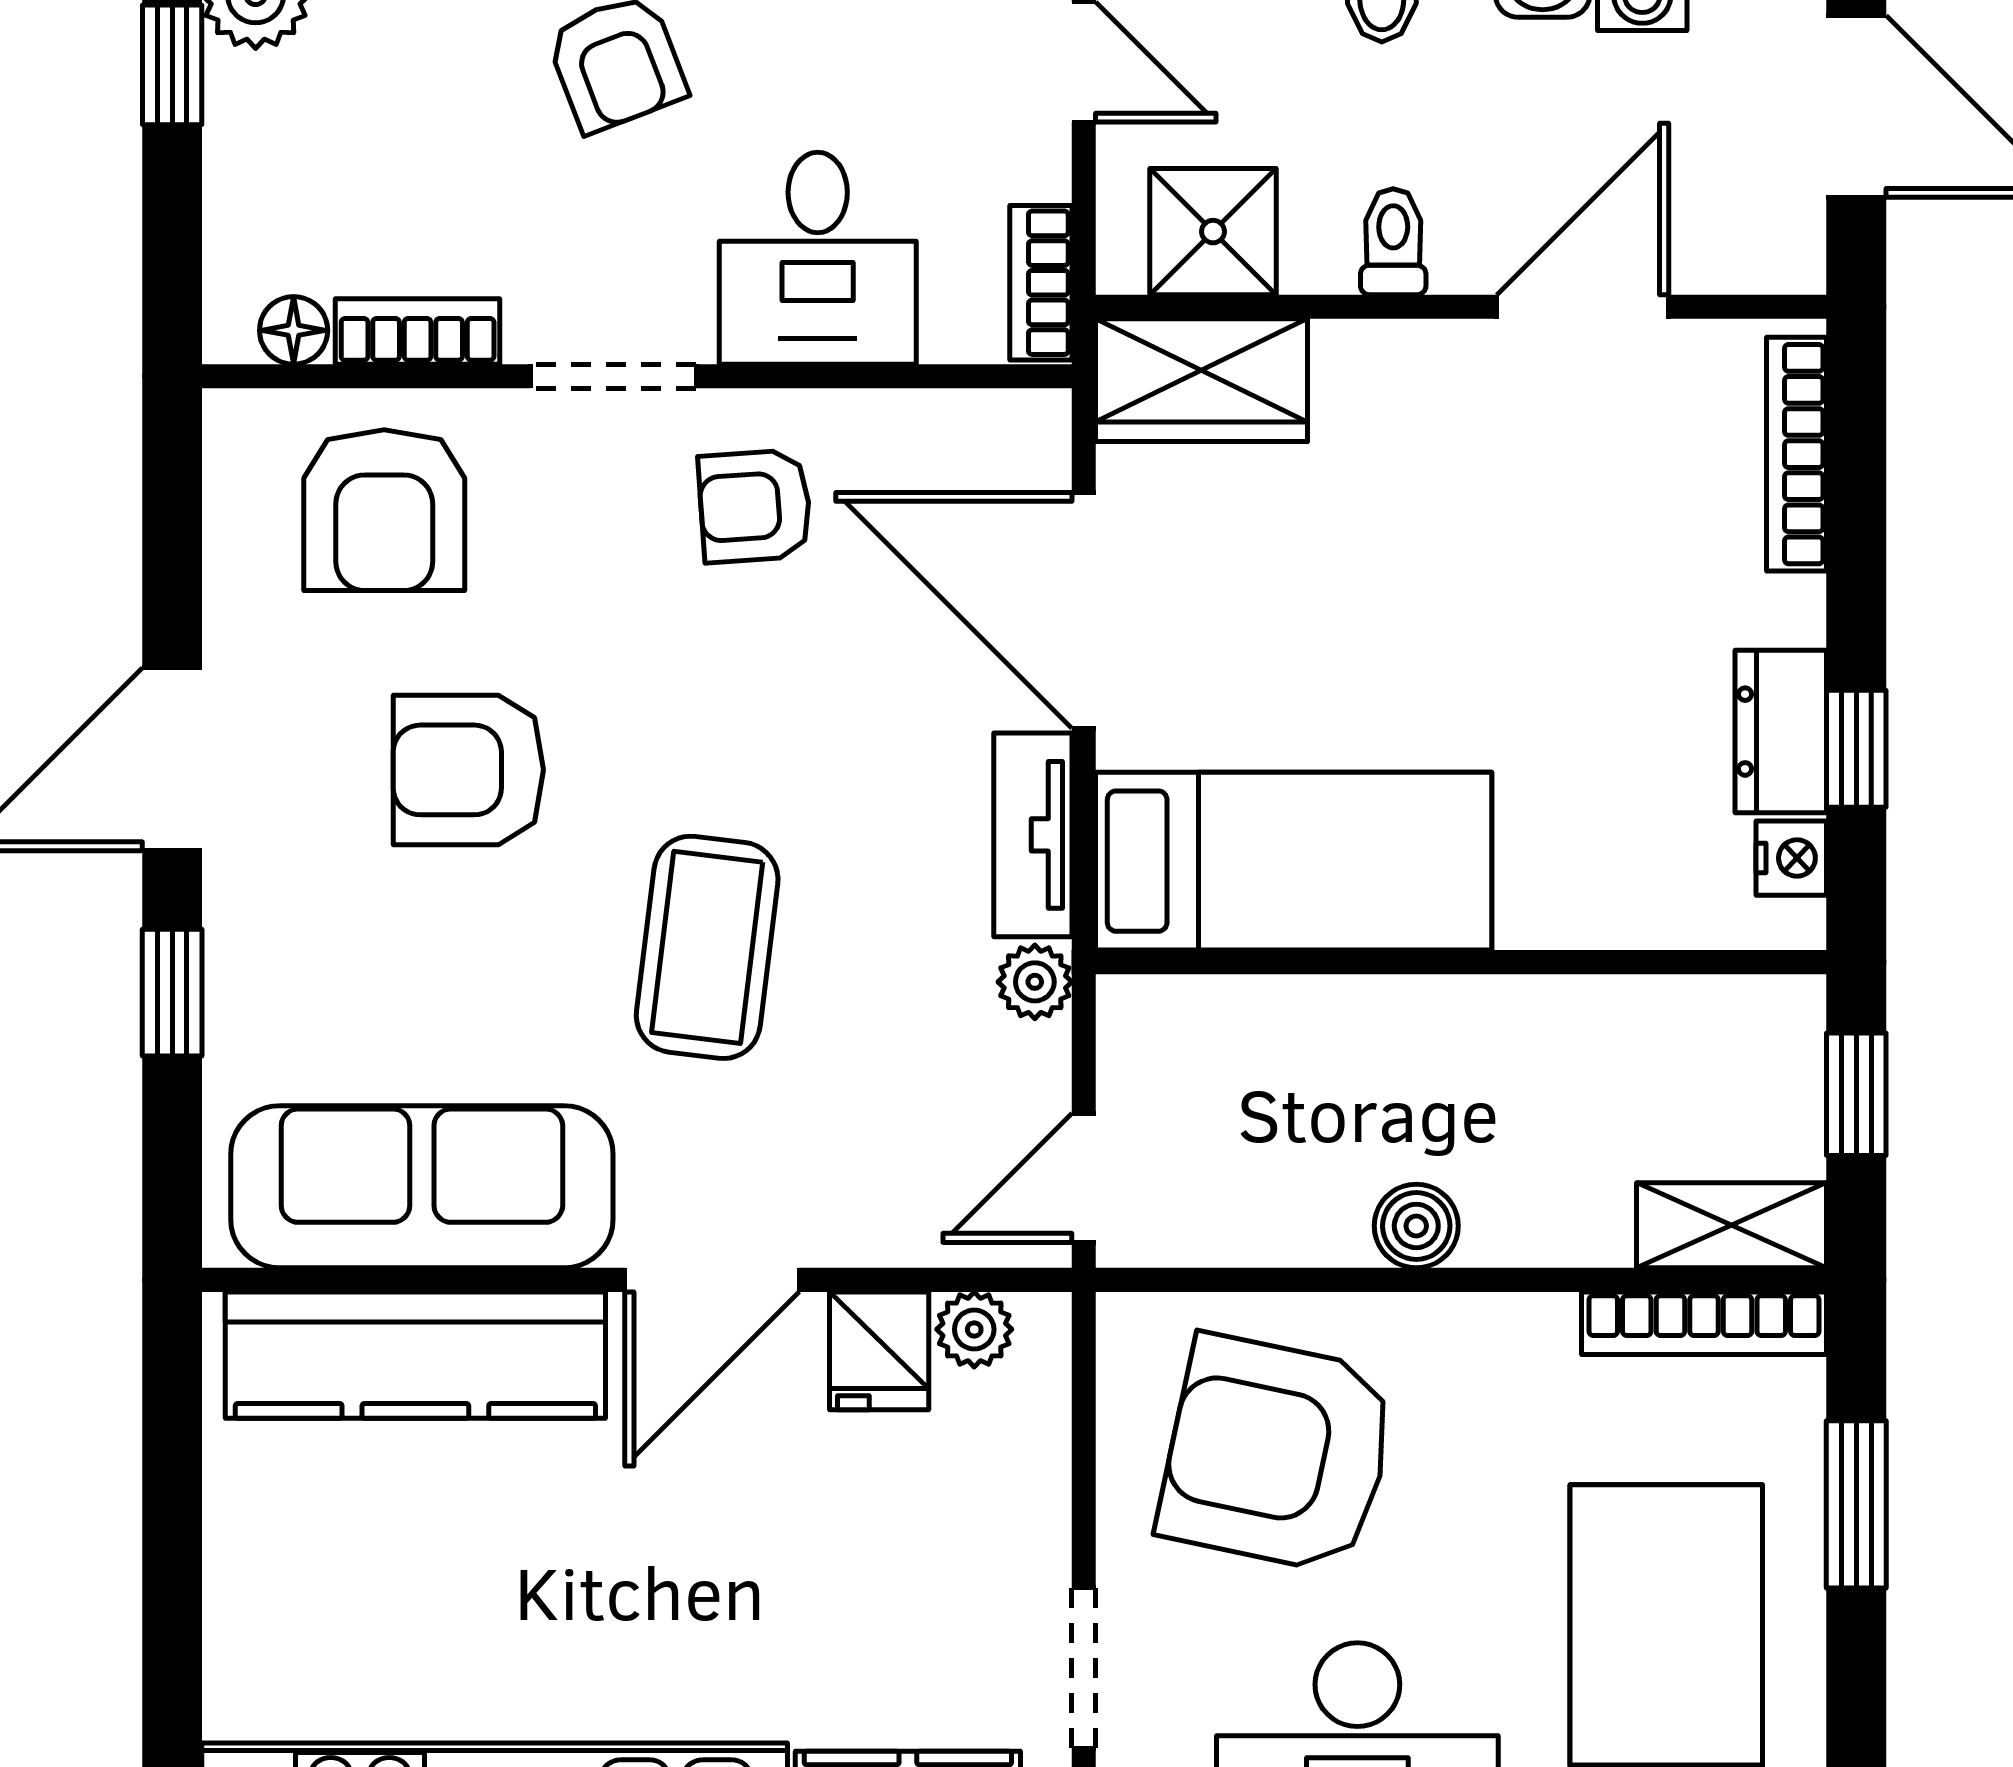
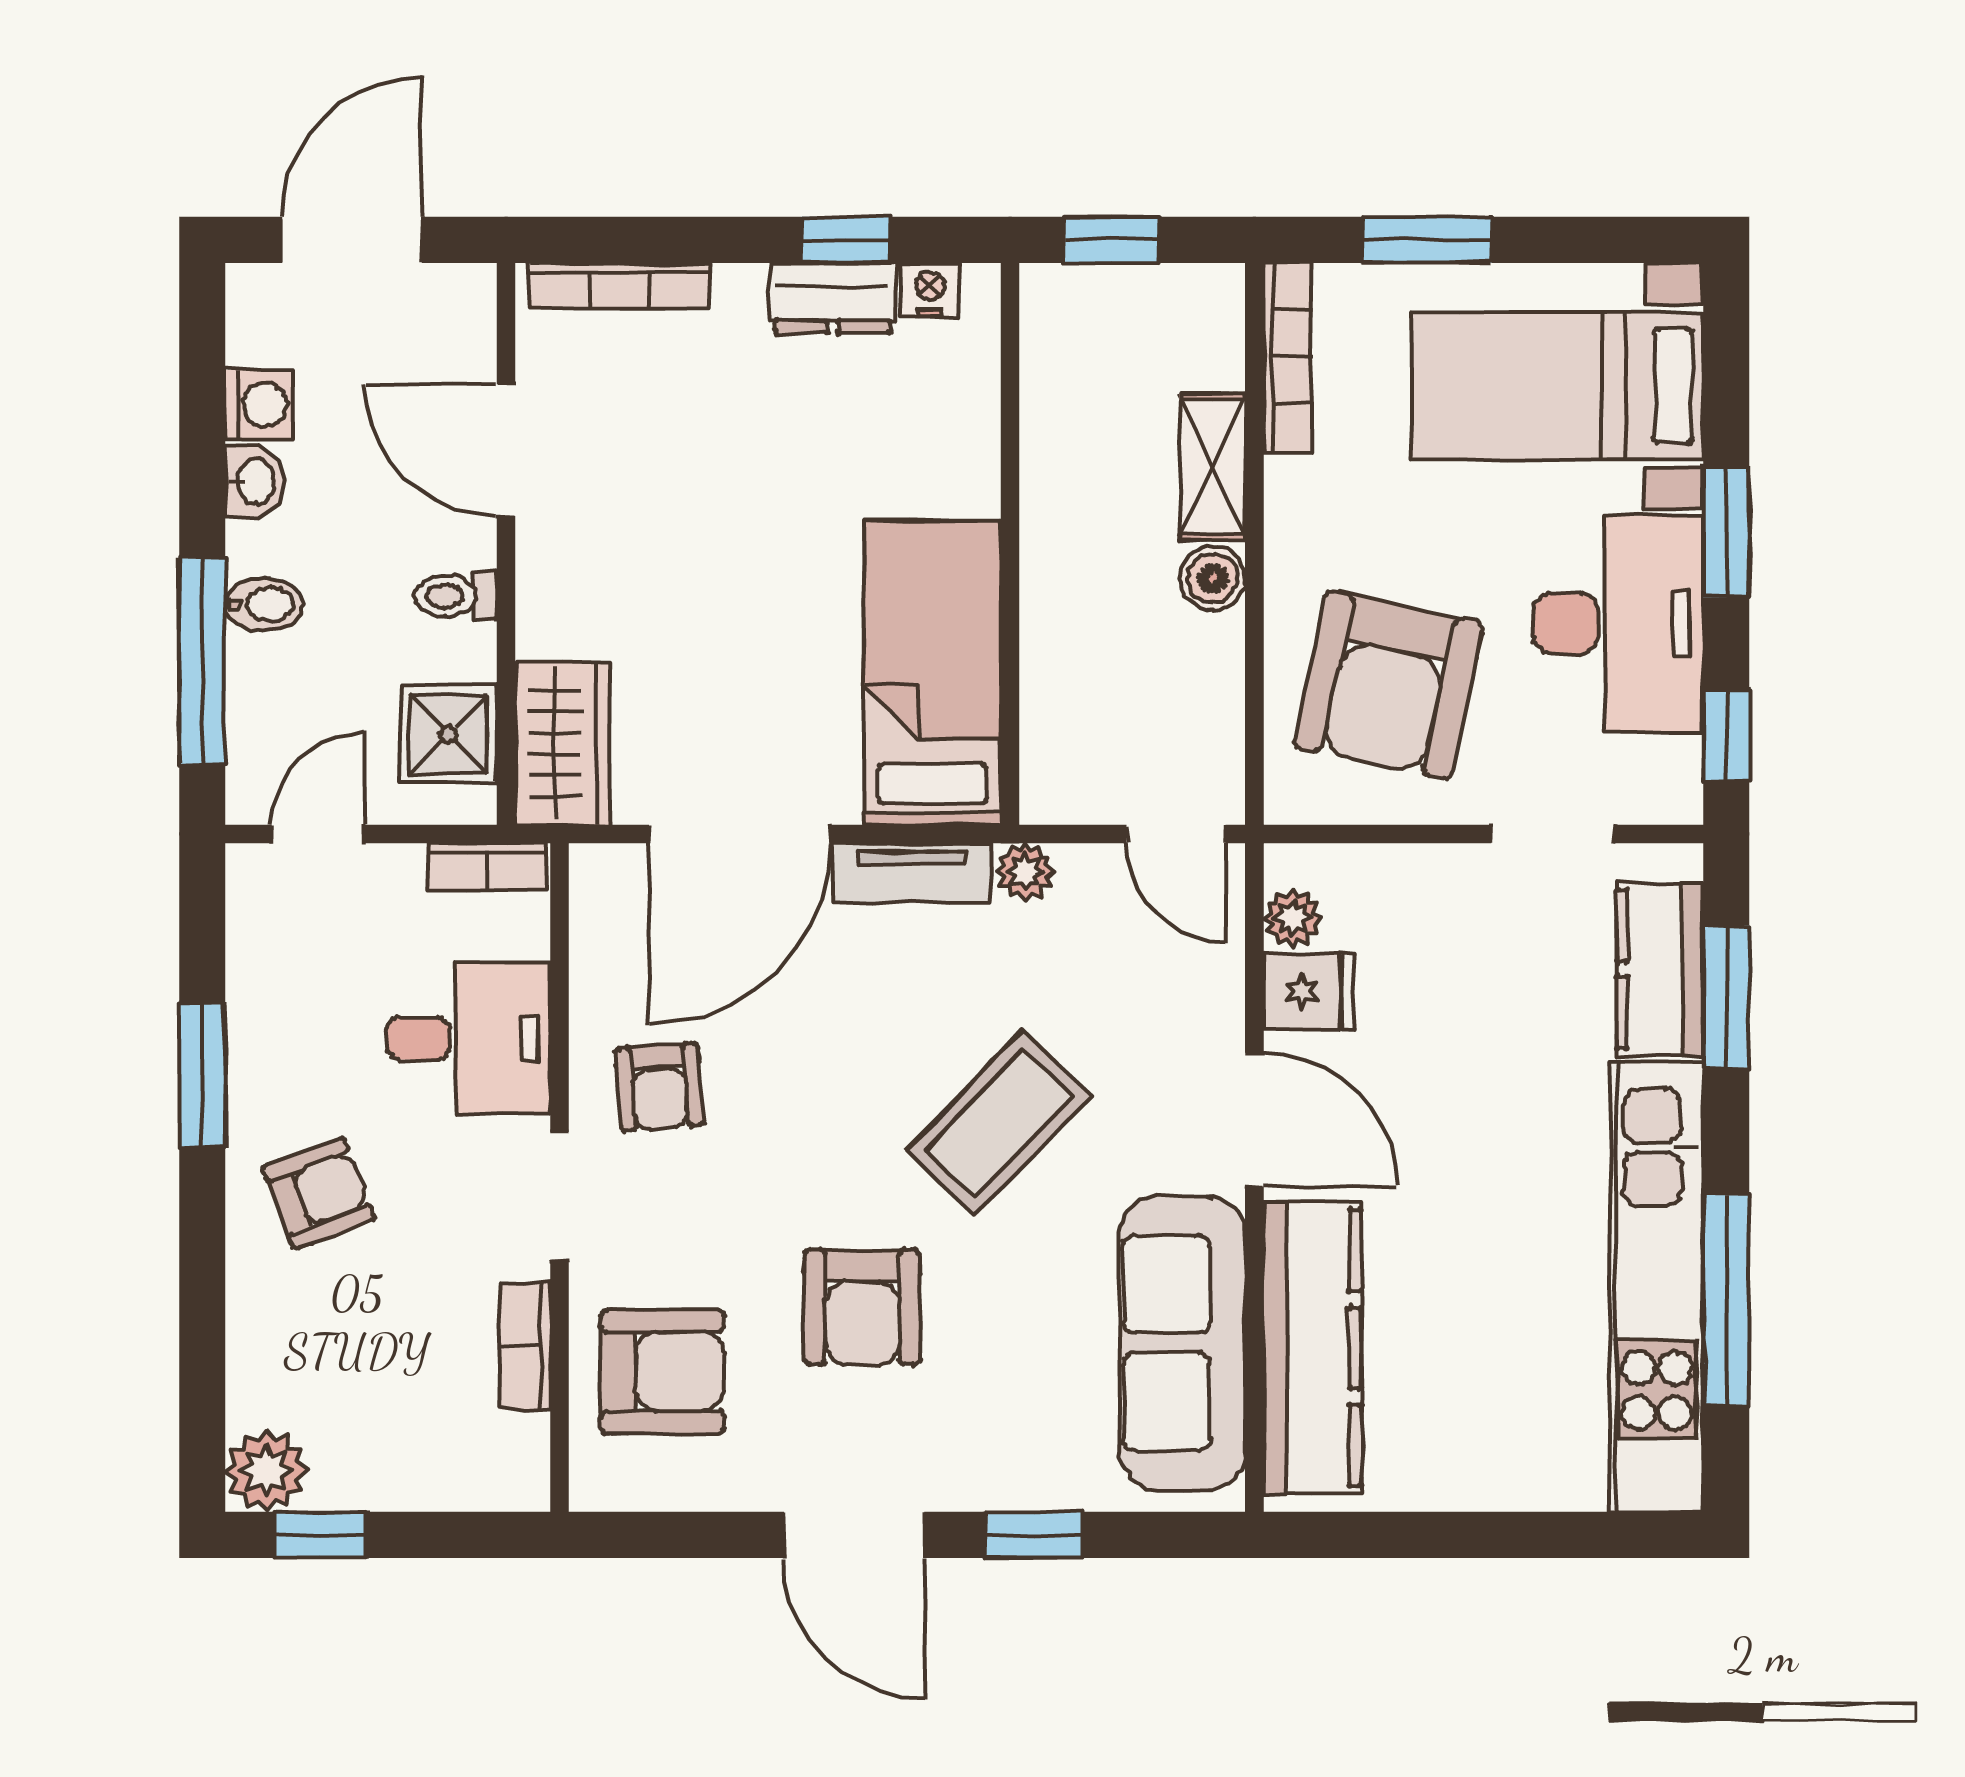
floor lamp: (294, 330) -> (524, 1441), removed
coffee table: (707, 947) -> (999, 1123), turned -53
shelving: (1732, 1225) -> (1212, 467), moved

